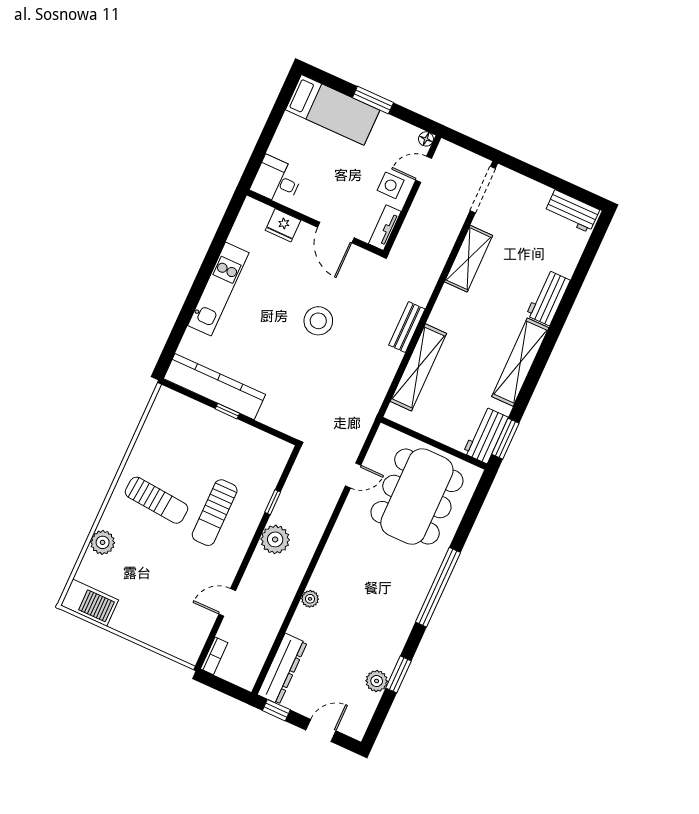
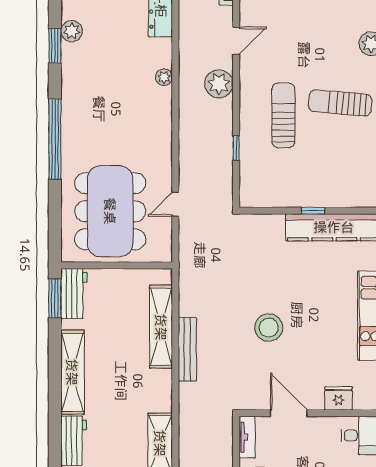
bench: (407, 327) -> (187, 349), width x1.36
plant: (275, 539) -> (219, 84), moved

